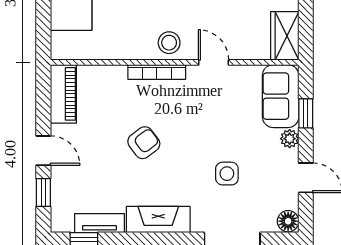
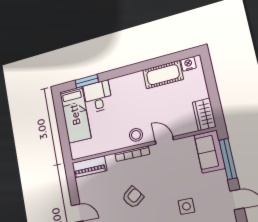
piano: (63, 94) -> (89, 167), moved, turned 90
window: (306, 113) -> (228, 159), width x2.17
plant: (290, 139) -> (221, 177), removed

